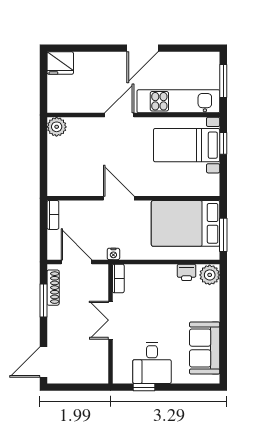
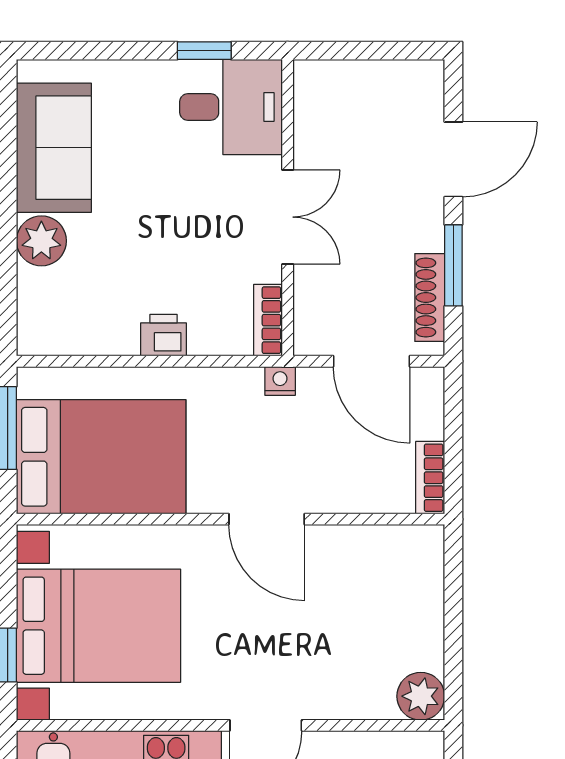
bed with nightstands: (187, 145) -> (99, 626), width x1.36
printer: (187, 272) -> (164, 335), moved
plant: (210, 275) -> (41, 241), moved
door: (44, 362) -> (453, 159), moved
desk: (152, 363) -> (231, 107), moved, turned 90

